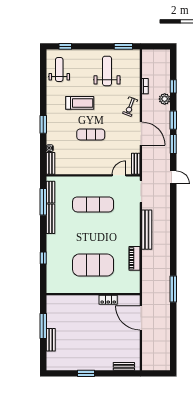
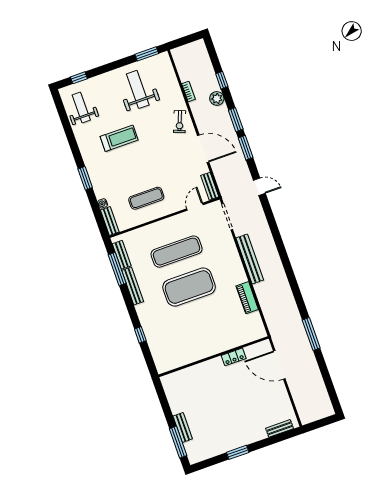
exercise mat: (91, 134) -> (146, 198), moved
exercise mat: (93, 265) -> (189, 287), moved
window: (173, 289) -> (311, 334), moved
window: (43, 326) -> (178, 442), moved

